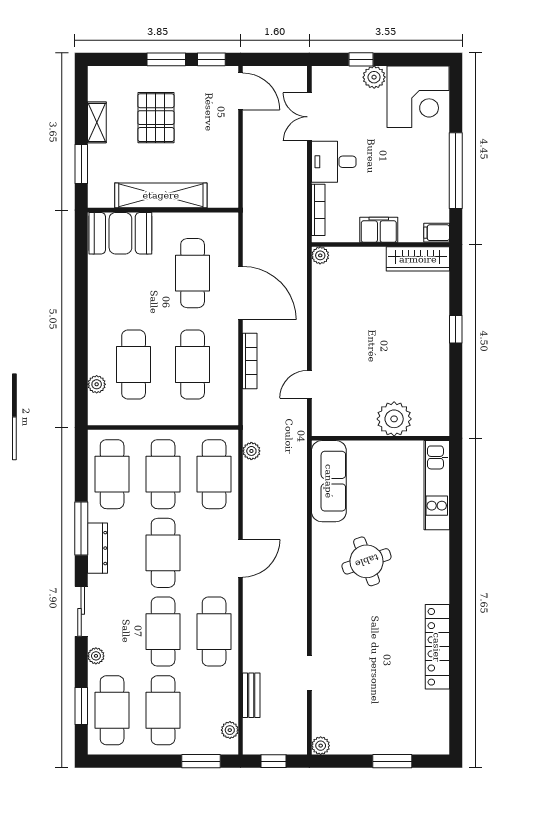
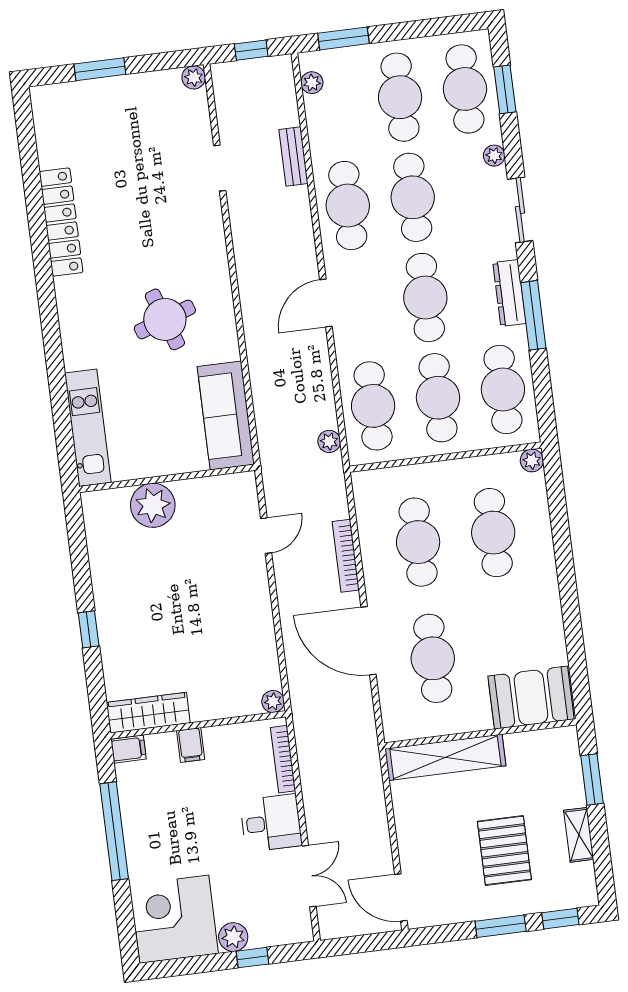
window: (211, 59) -> (560, 919), moved
shelving: (161, 195) -> (445, 757), moved
filing cabinet: (379, 230) -> (191, 745), width x0.50
plant: (97, 384) -> (532, 461), moved
bench: (251, 695) -> (293, 156), moved

